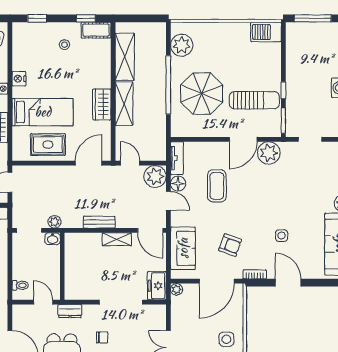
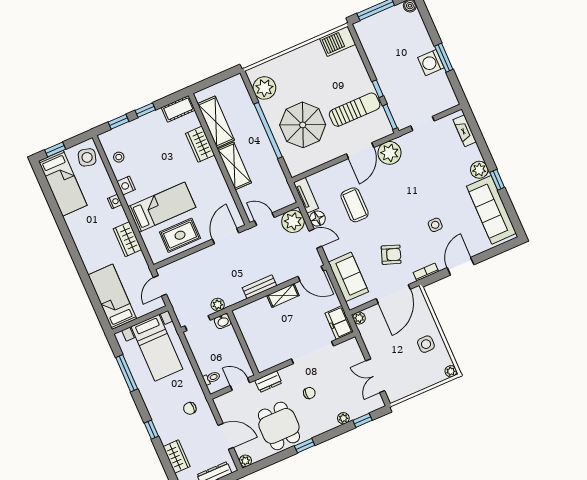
window: (86, 18) -> (145, 110), moved
stool: (64, 45) -> (119, 157), moved
wardrobe: (102, 104) -> (200, 144), moved
door: (288, 283) -> (461, 266), hinge flipped

